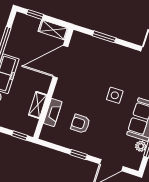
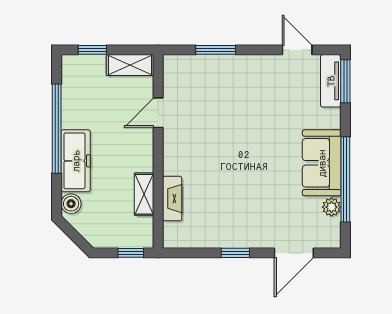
door: (60, 62) -> (158, 113), width x0.53
side table: (115, 95) -> (263, 139), removed
armchair: (80, 124) -> (223, 202), removed

